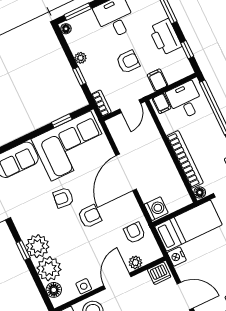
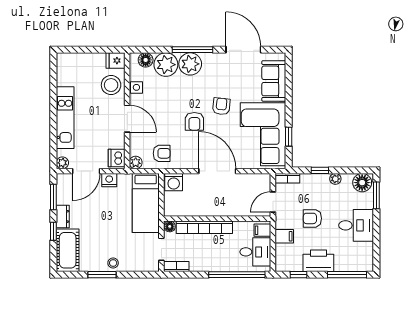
floor lamp: (66, 29) -> (362, 183), width x1.89, depth x1.89
armchair: (128, 62) -> (312, 218), turned 90
door: (130, 106) -> (273, 202), hinge flipped
window: (23, 250) -> (192, 50), width x2.17
nightstand: (177, 257) -> (109, 180), moved
plant: (135, 262) -> (136, 162), moved

